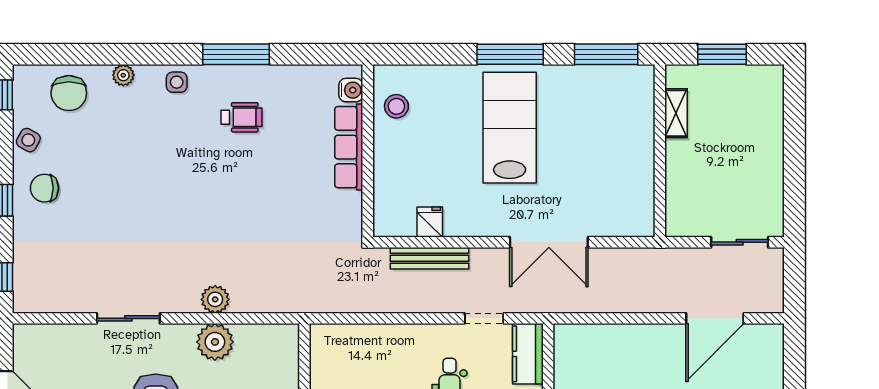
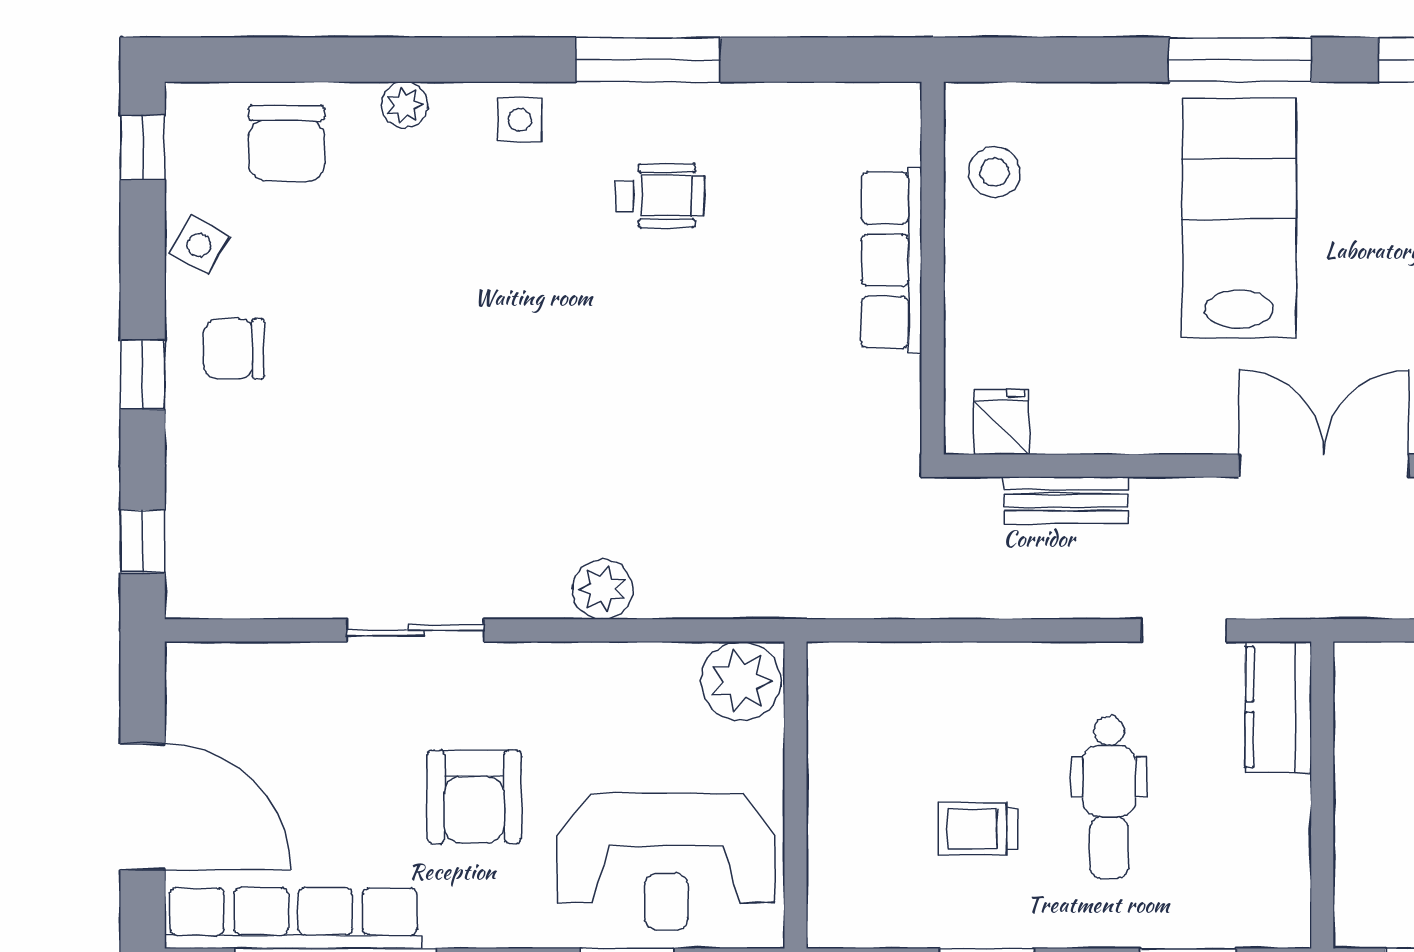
water cooler: (351, 90) -> (896, 137), removed
fridge: (430, 222) -> (1001, 422), moved
double door: (549, 242) -> (1324, 466), swing flipped
bench: (430, 258) -> (1066, 500), width x0.73
plant: (215, 342) -> (741, 681), moved

